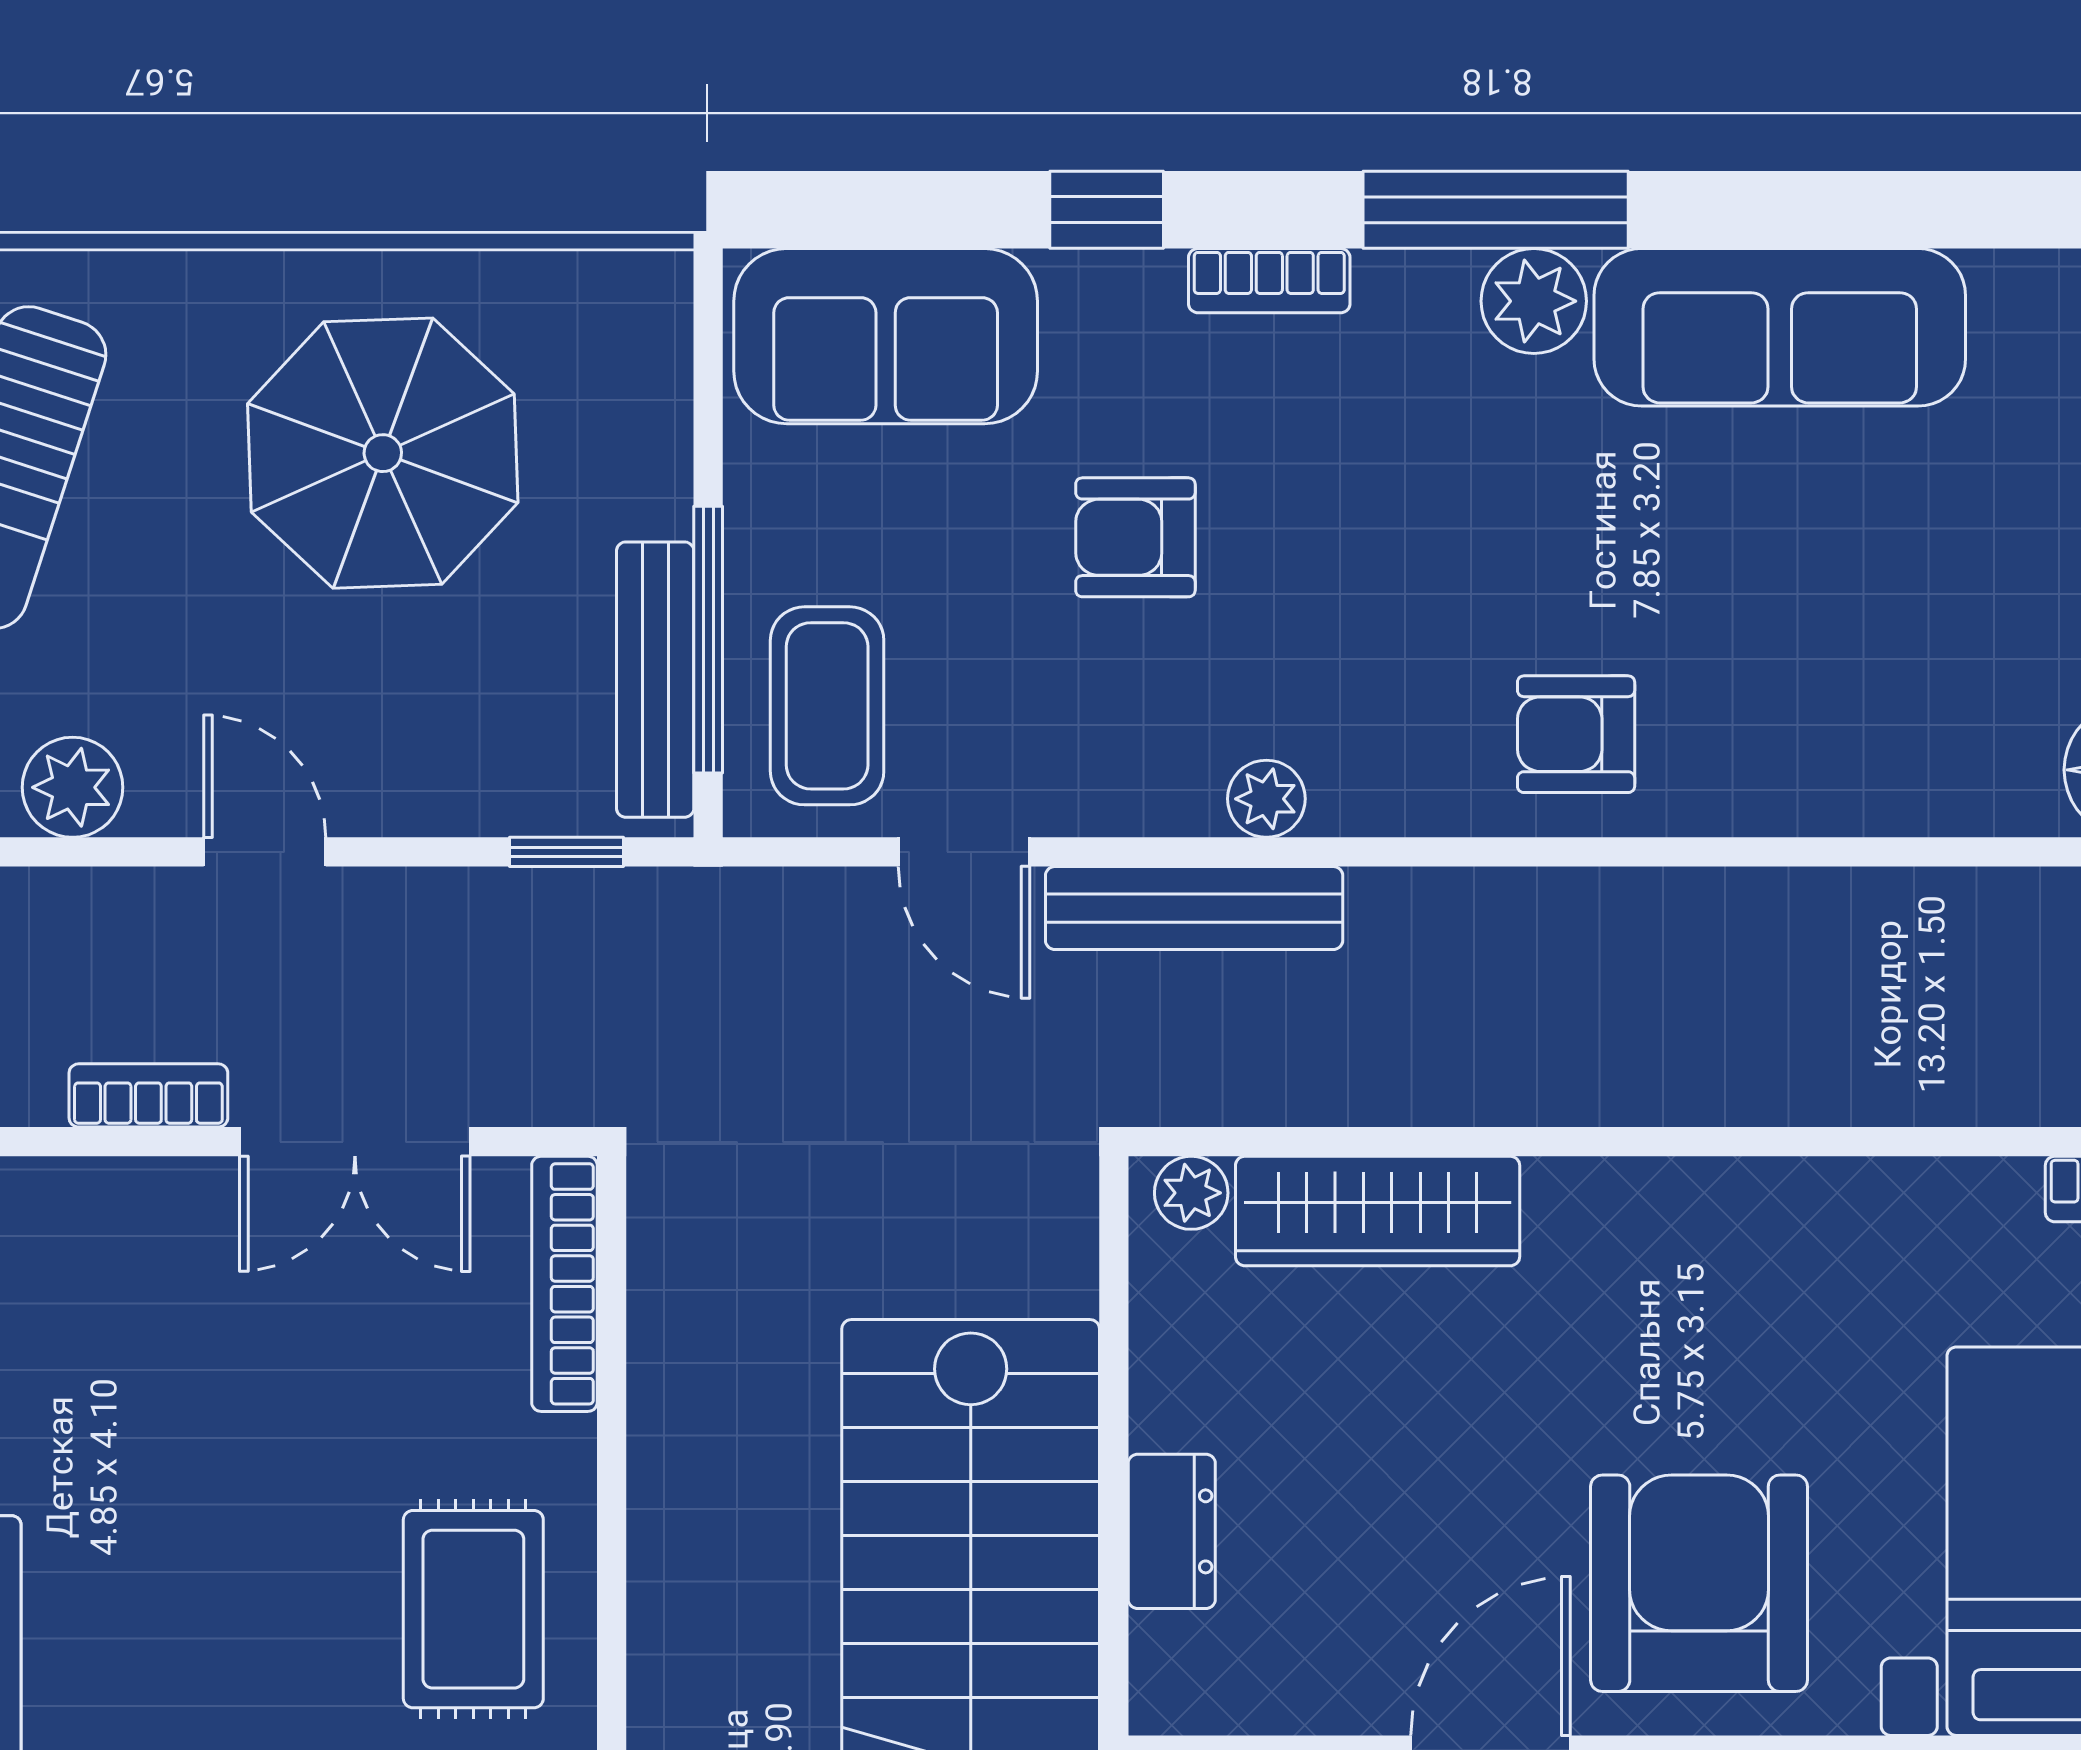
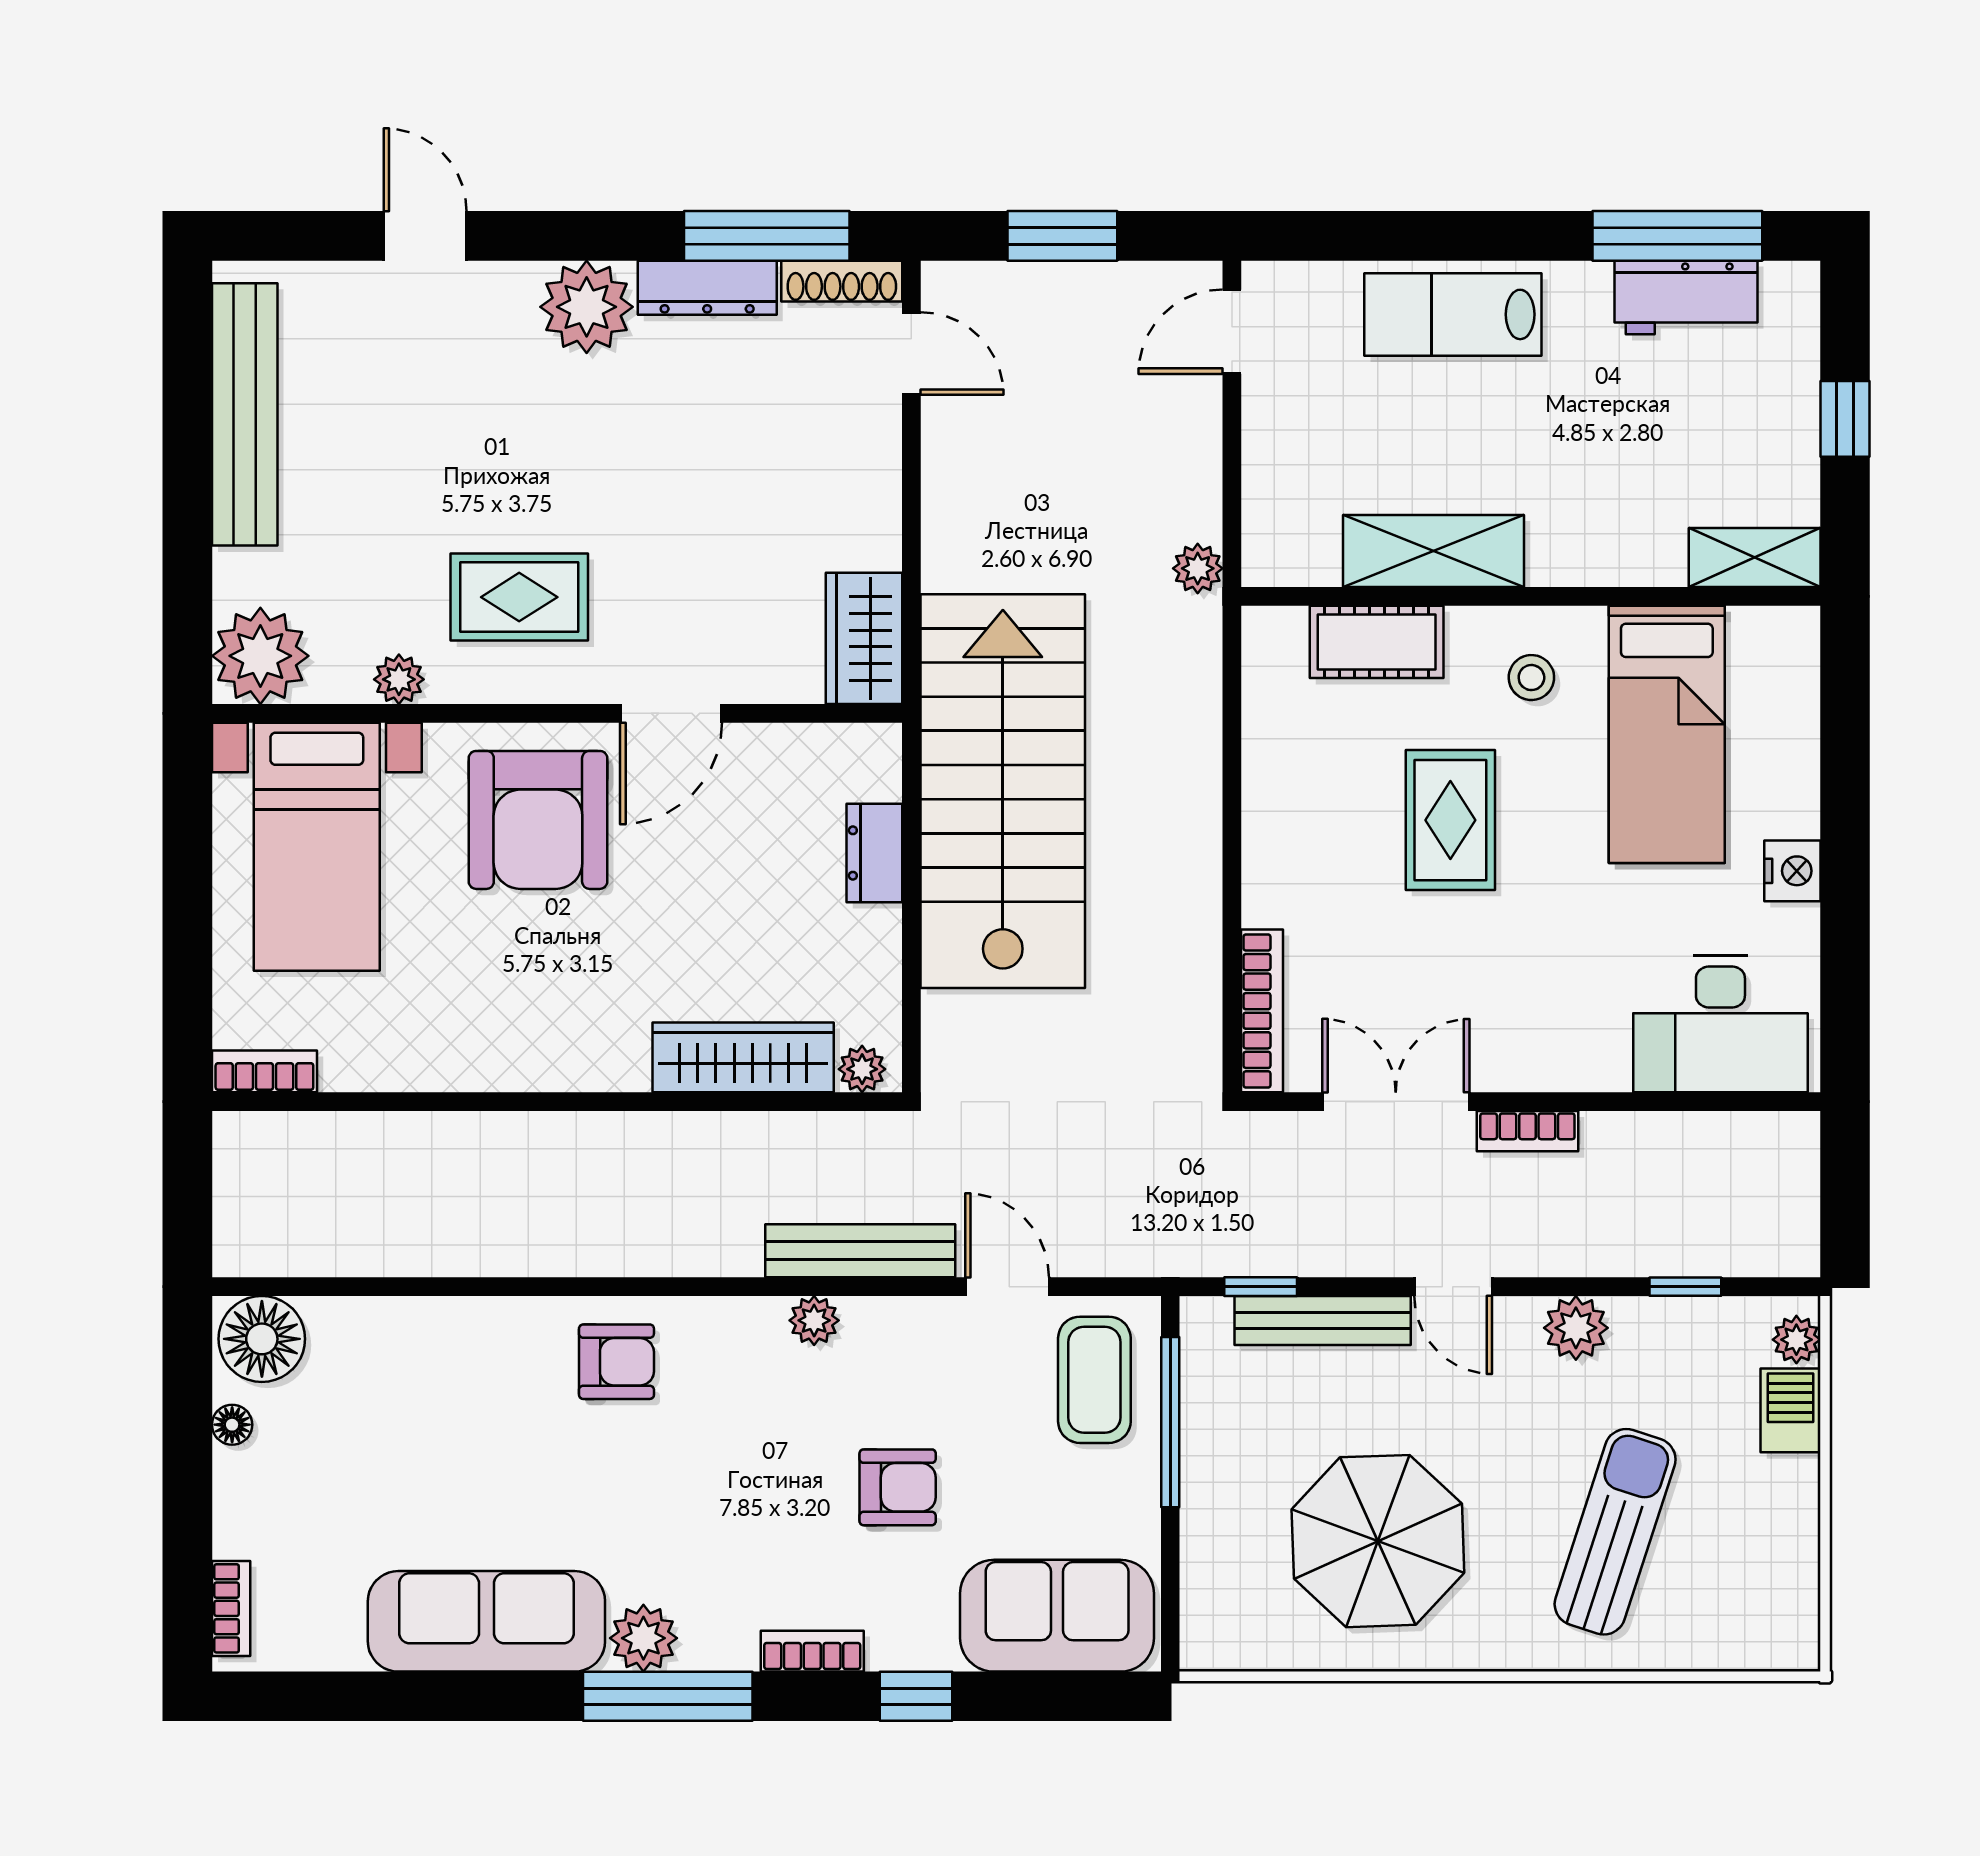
bench: (655, 680) -> (1323, 1320), moved, turned 90
rug: (473, 1609) -> (1450, 820), moved

